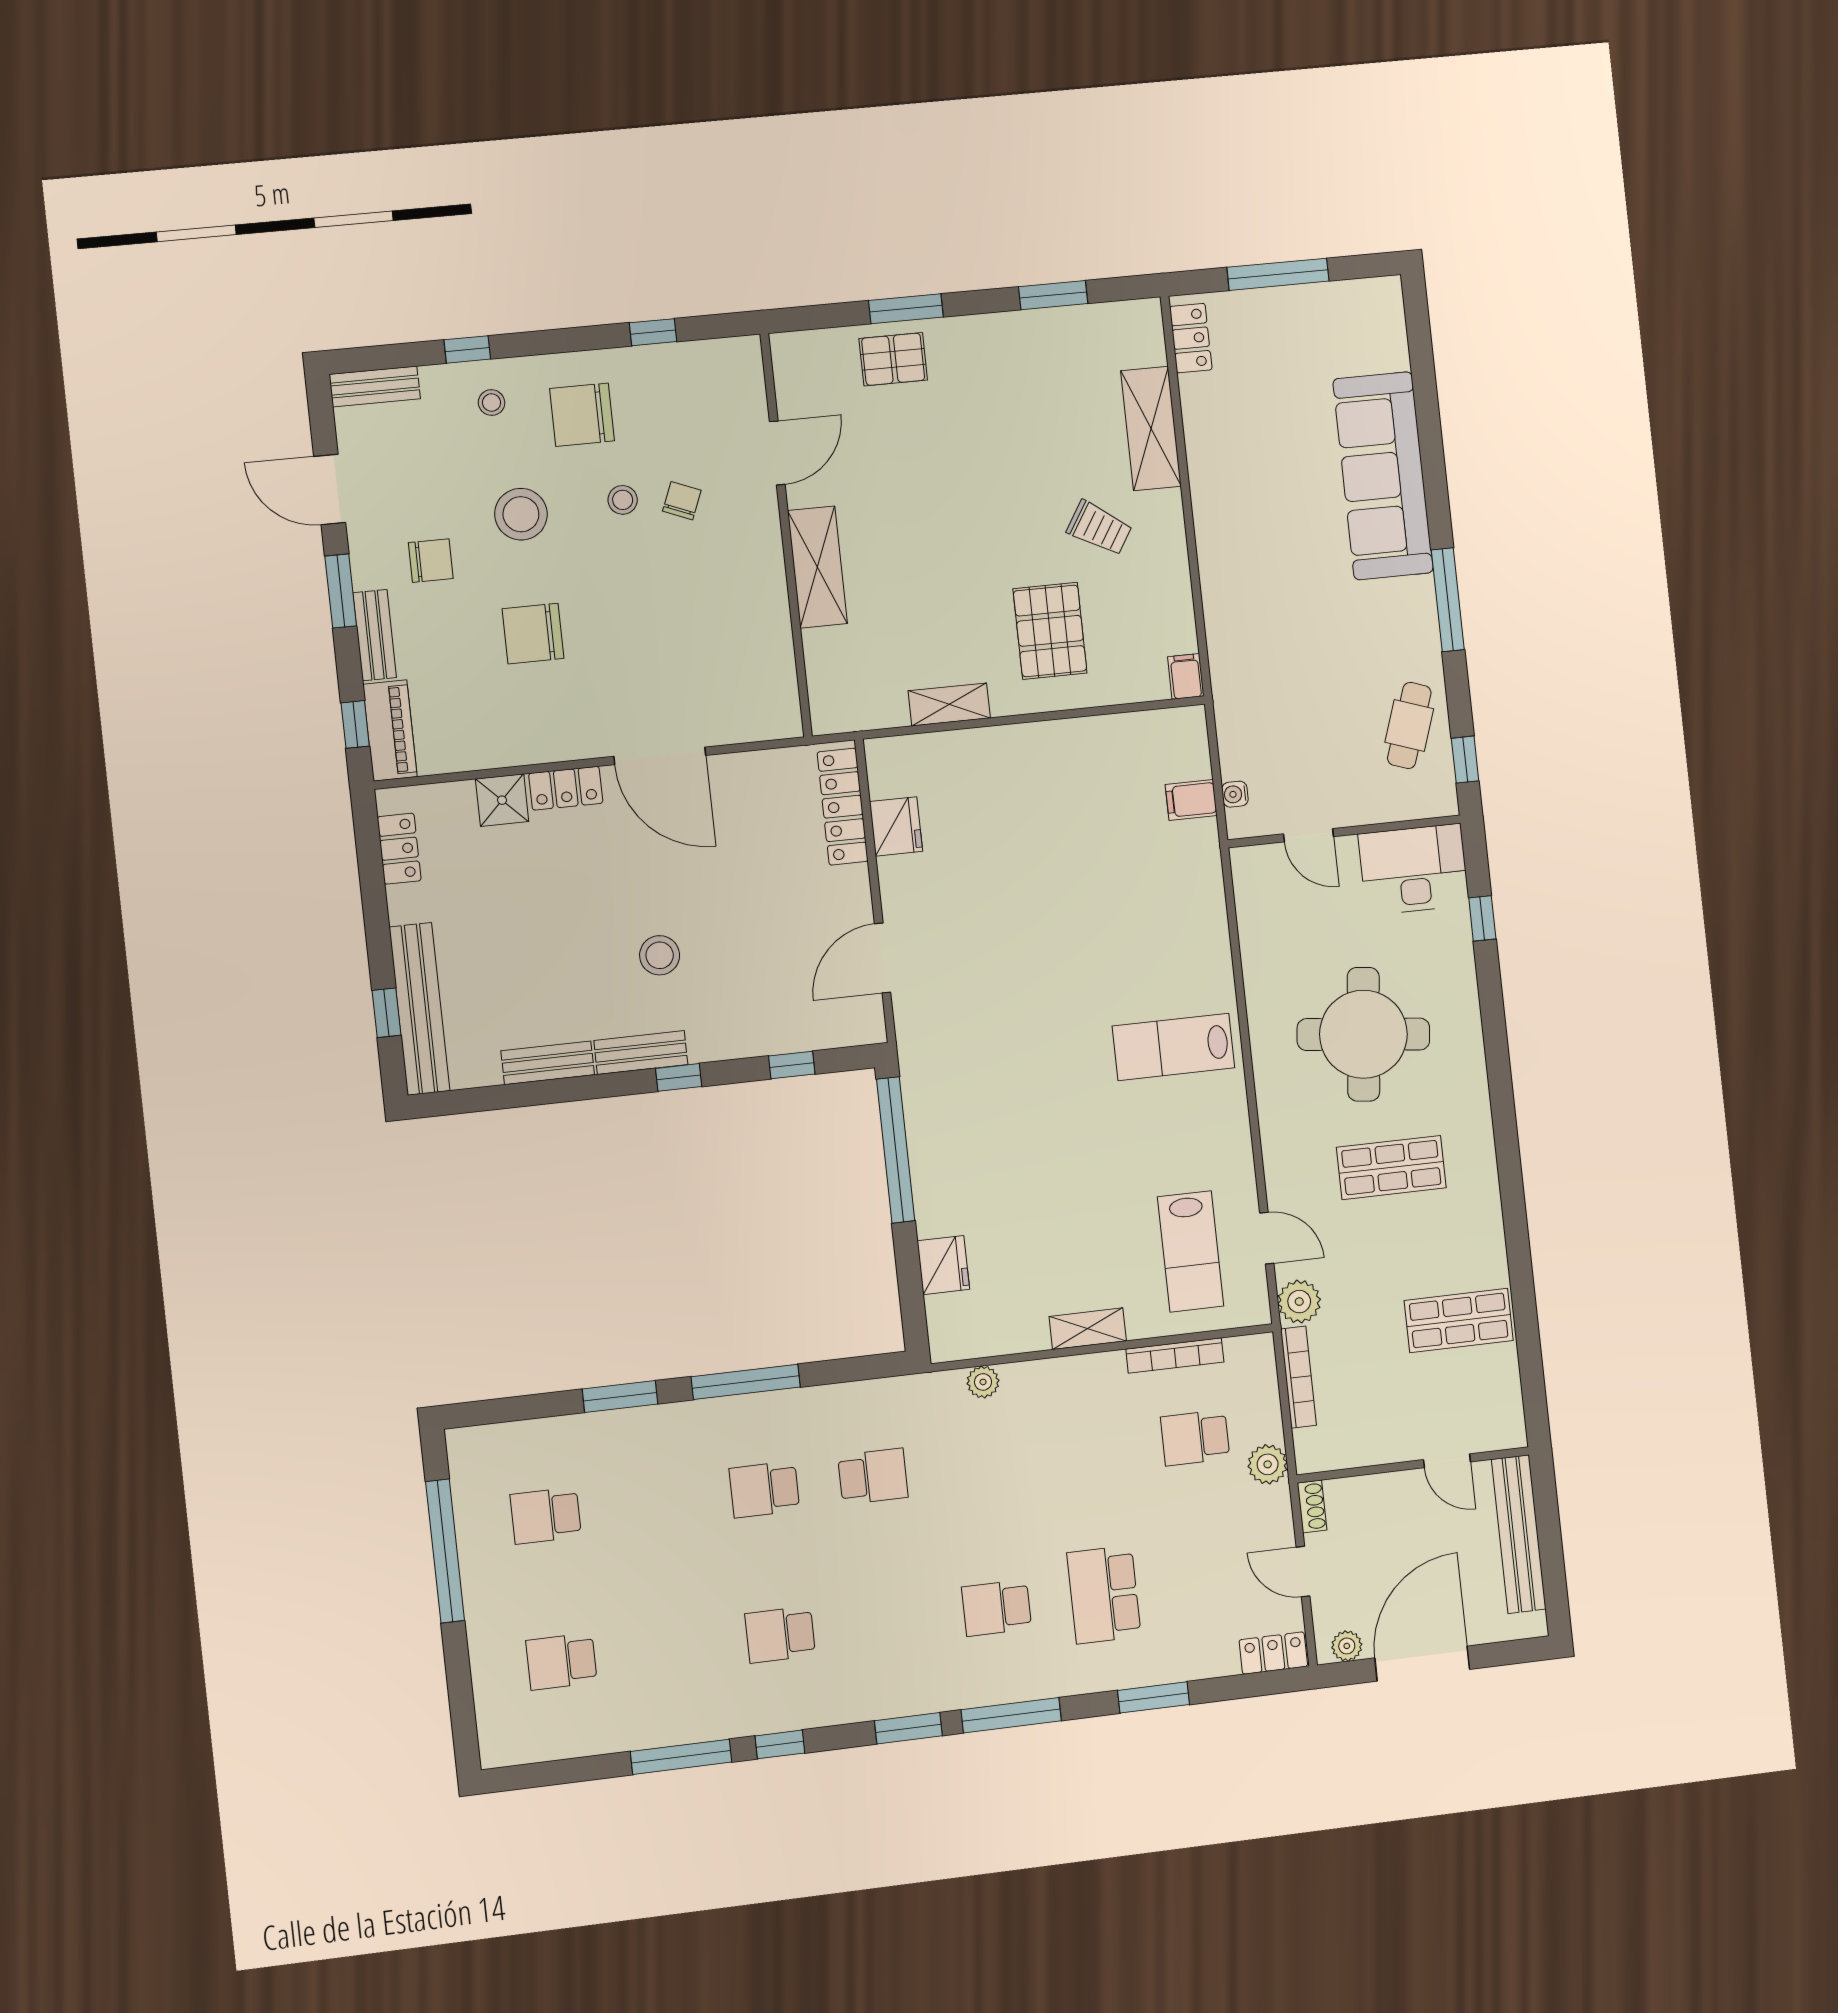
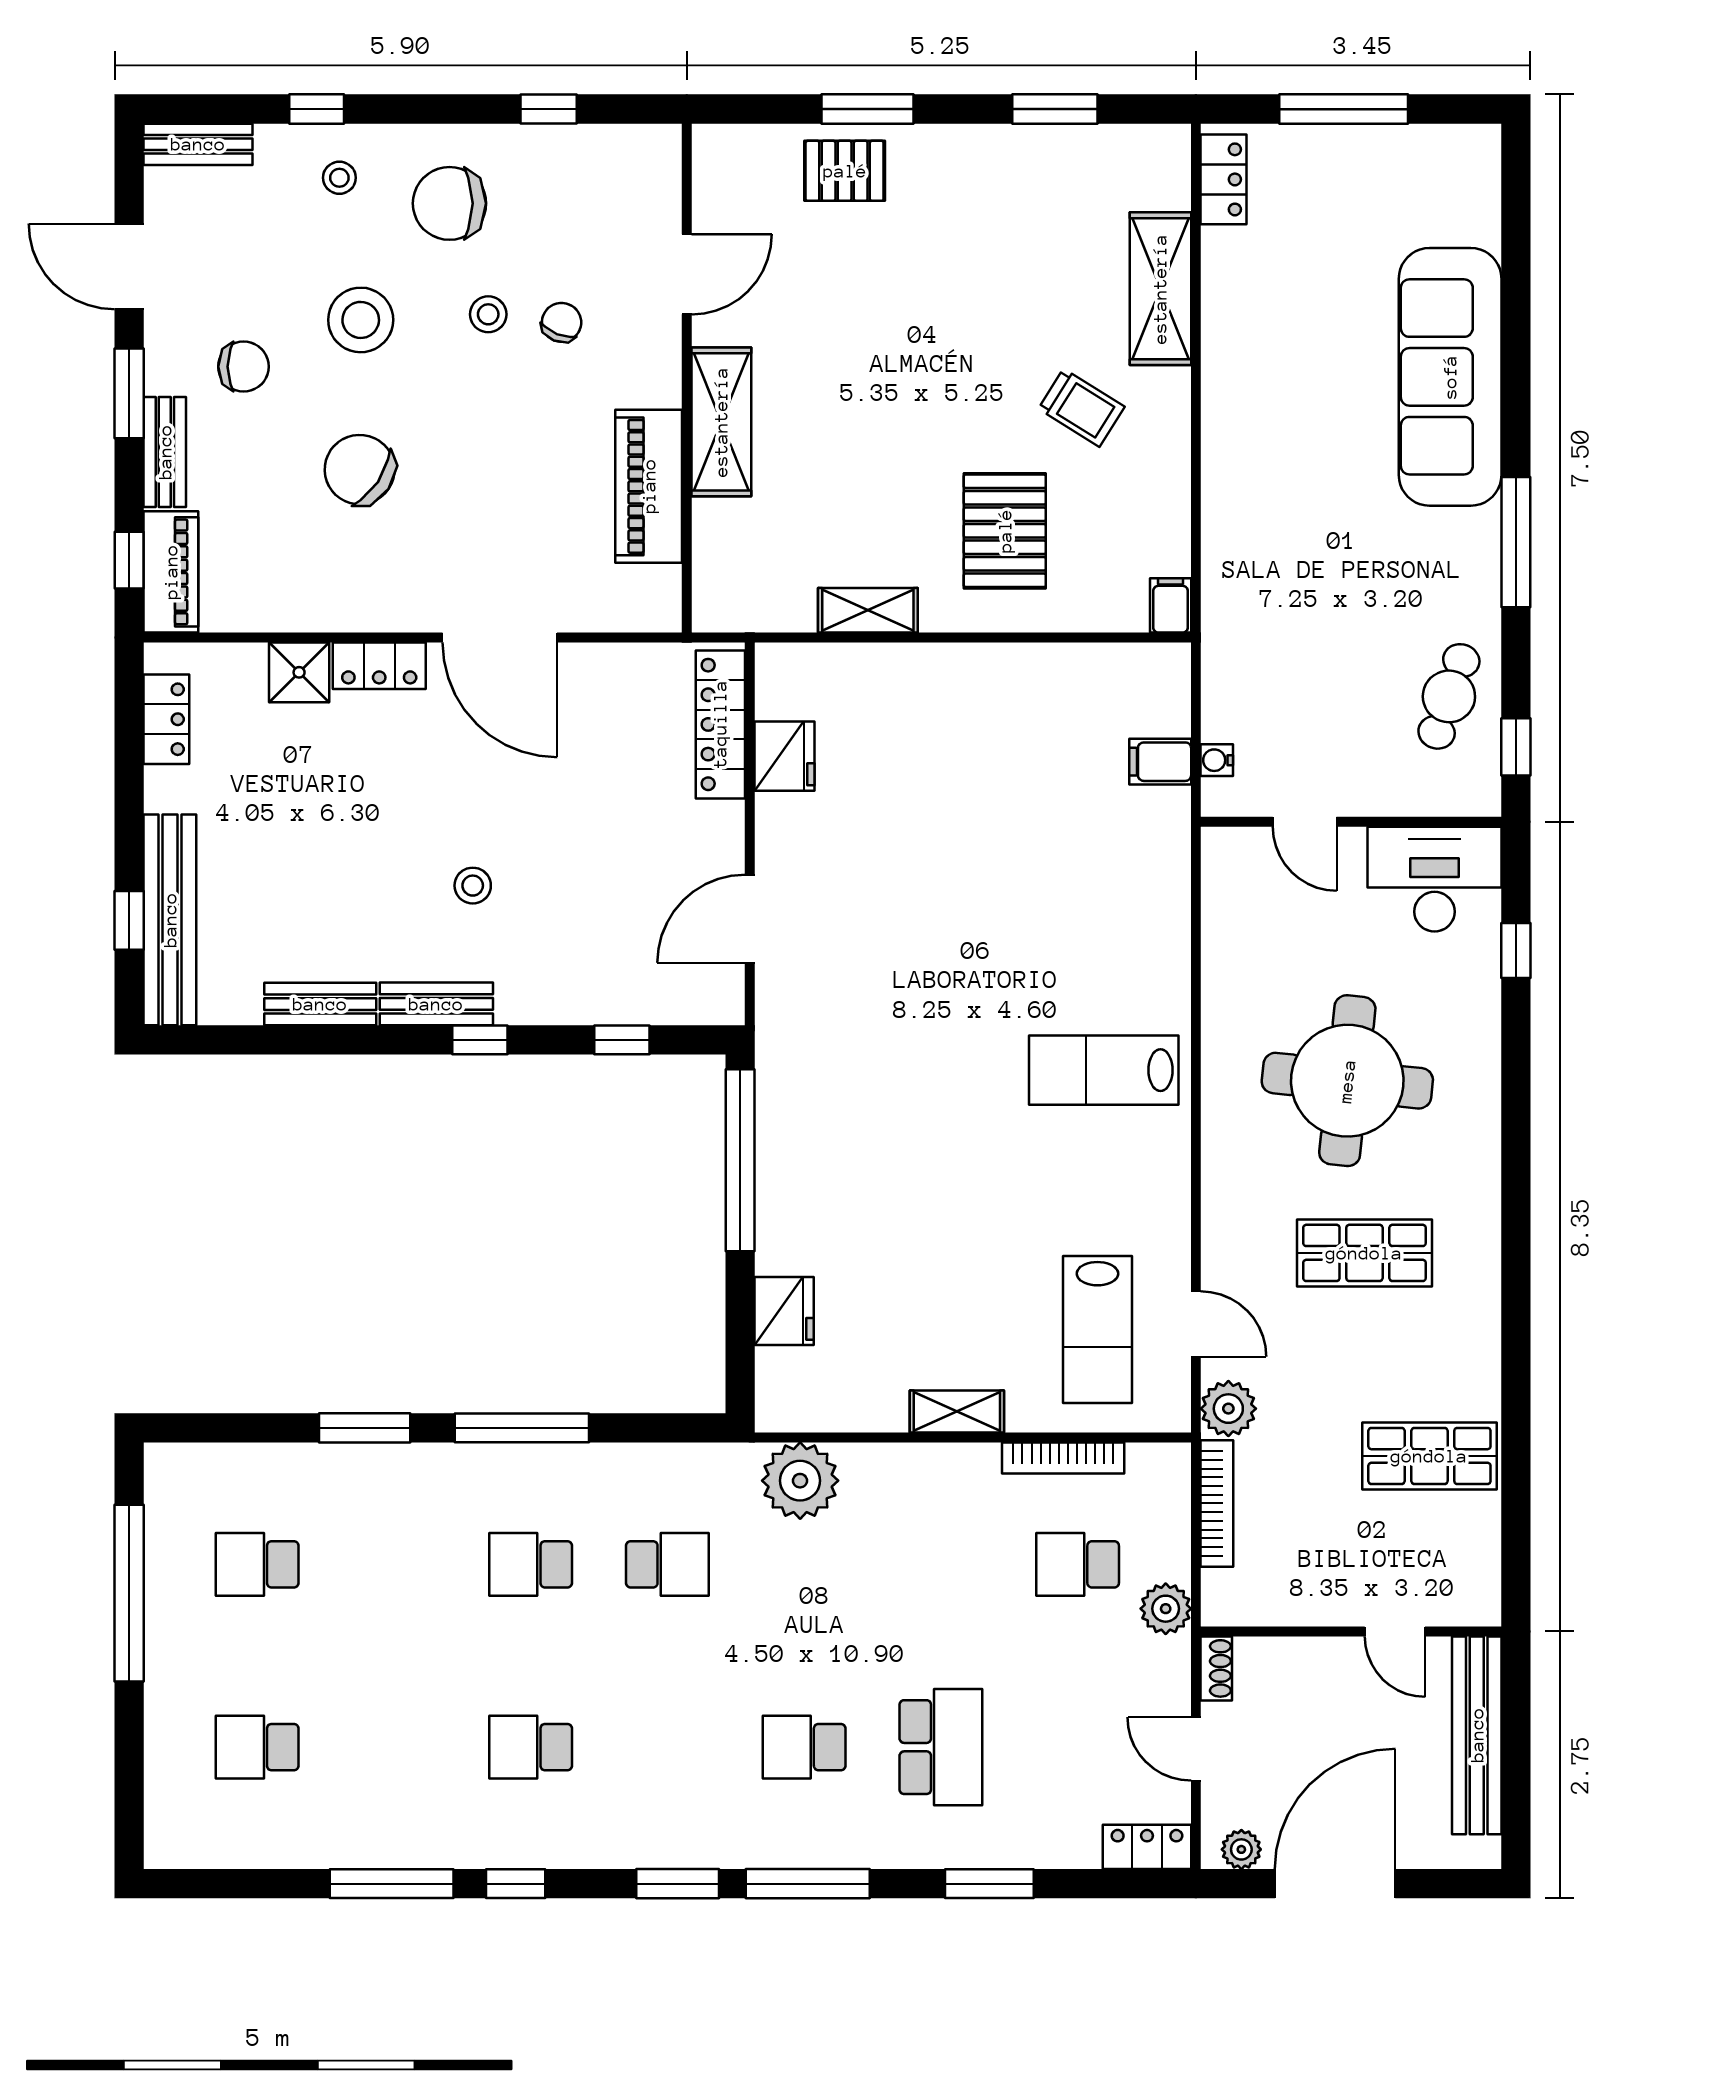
piano: (765, 624) -> (649, 486), added
chair: (533, 634) -> (360, 470), turned 34
stool: (660, 955) -> (473, 886), width x0.73, depth x0.73
plant: (983, 1382) -> (800, 1481), width x1.87, depth x1.87
school desk: (1104, 1595) -> (941, 1747), turned 180

